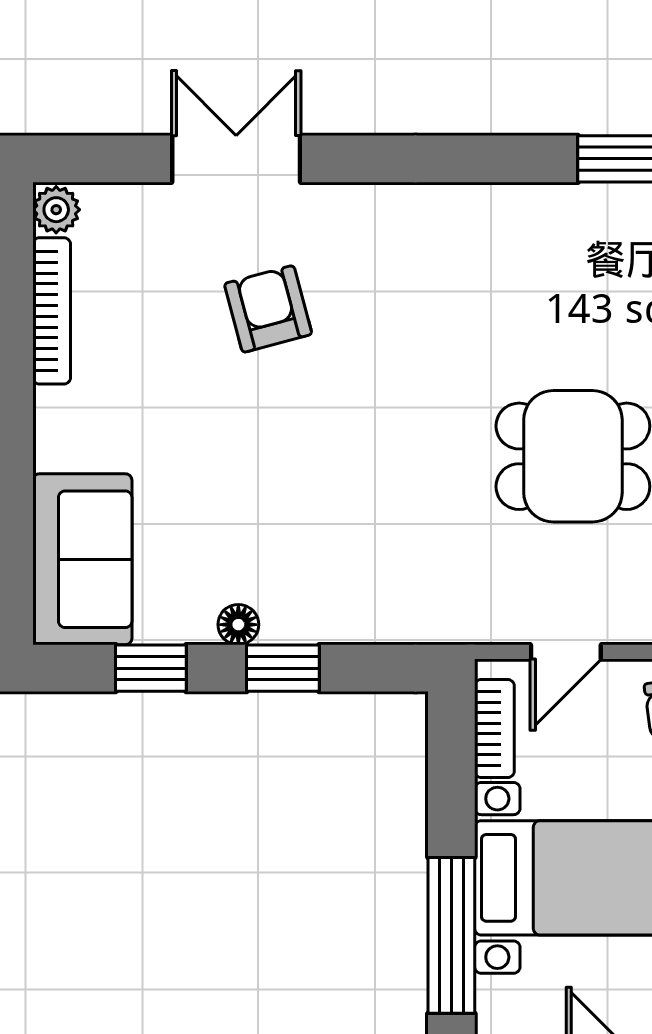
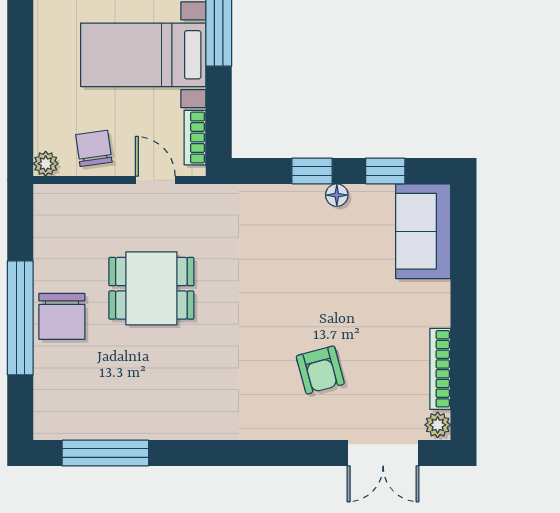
double door: (236, 159) -> (383, 453), moved
door: (566, 652) -> (155, 180), hinge flipped

